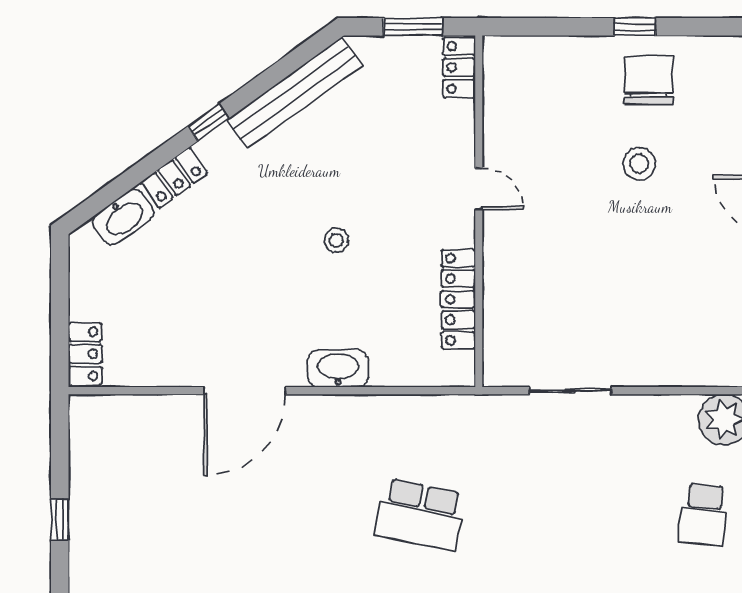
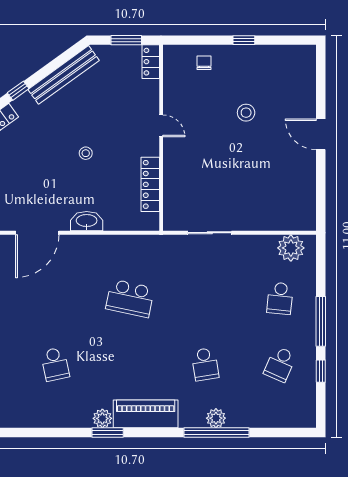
chair: (649, 80) -> (204, 63), moved, width x0.54, depth x0.54

